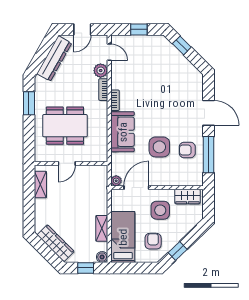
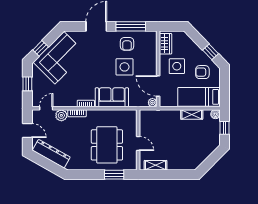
corner sofa: (170, 68) -> (59, 58), added
window: (29, 103) -> (114, 175), moved
wardrobe: (56, 243) -> (204, 153), removed

